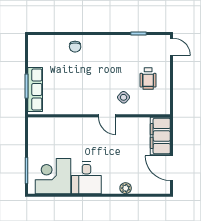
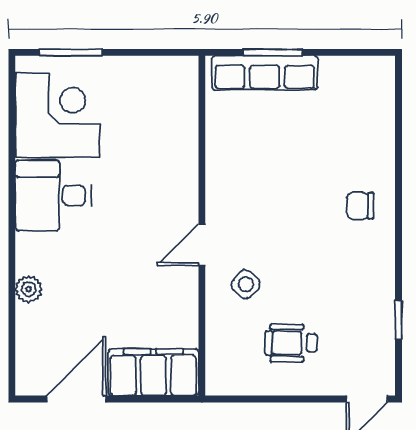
chair: (75, 47) -> (360, 206), moved

